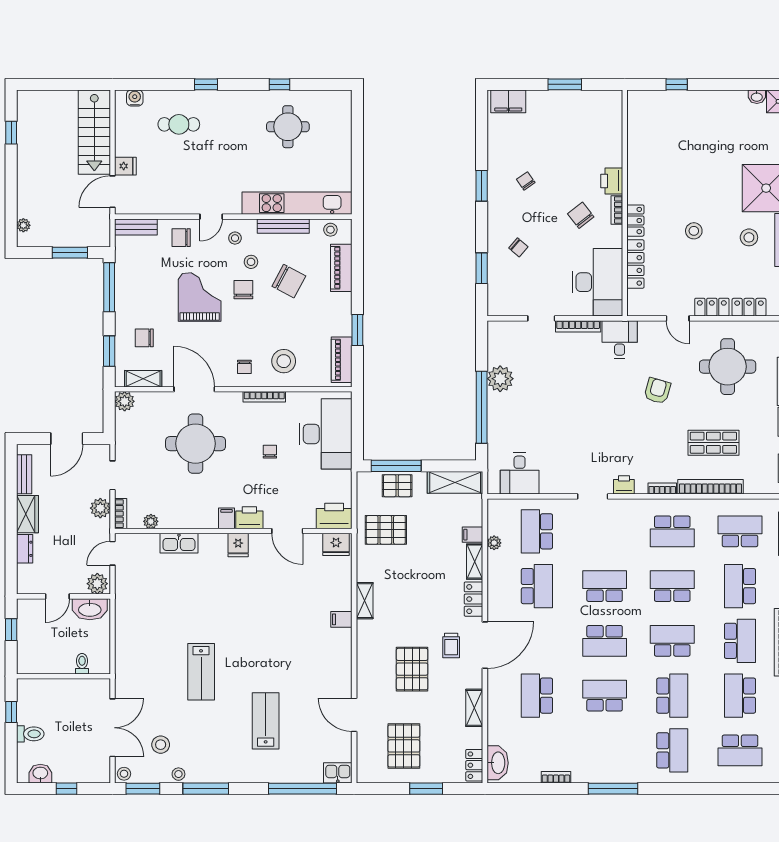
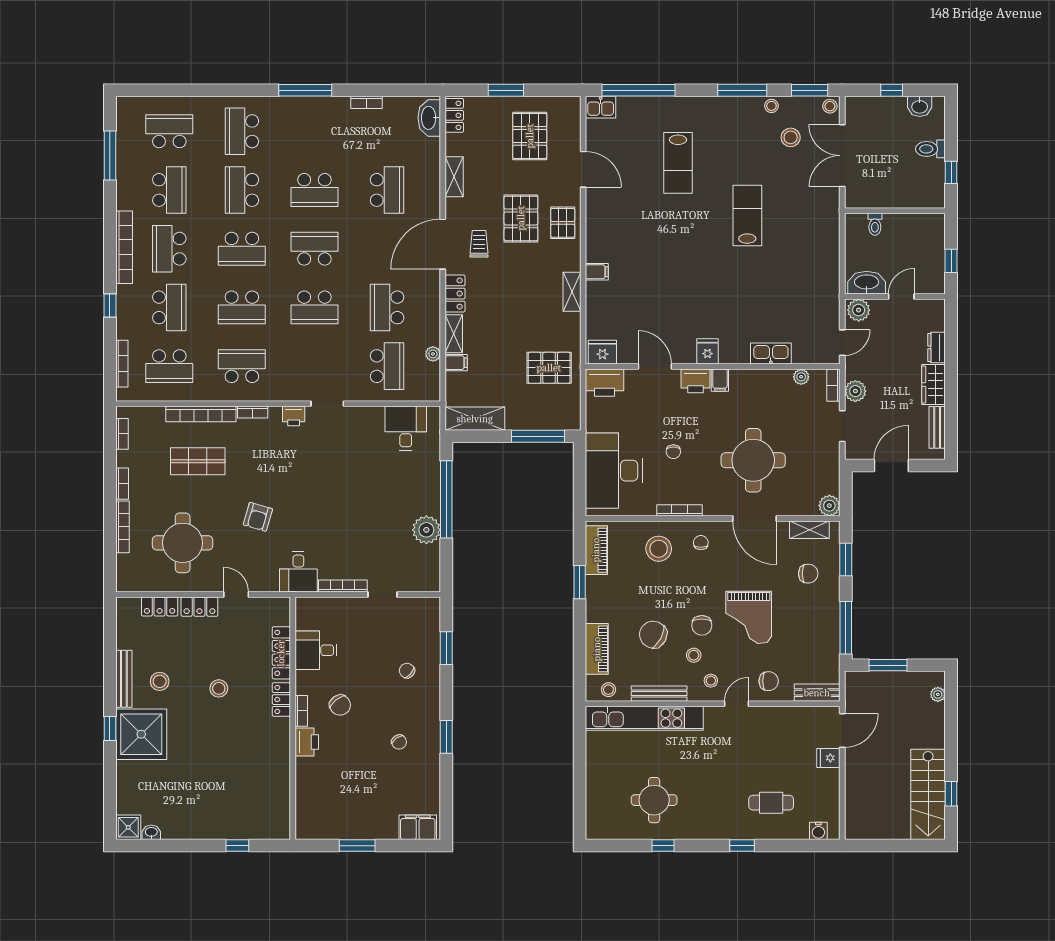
stairs: (94, 132) -> (928, 794), moved, turned 180
desk: (597, 282) -> (316, 650), width x0.53, depth x0.77
pallet: (397, 486) -> (563, 223), moved, turned 90

